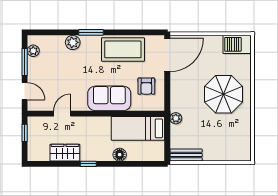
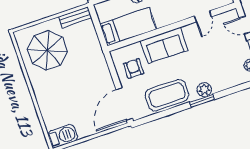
plant: (73, 42) -> (204, 90), moved
parasol: (223, 94) -> (47, 50), moved
plant: (176, 118) -> (96, 48), removed

